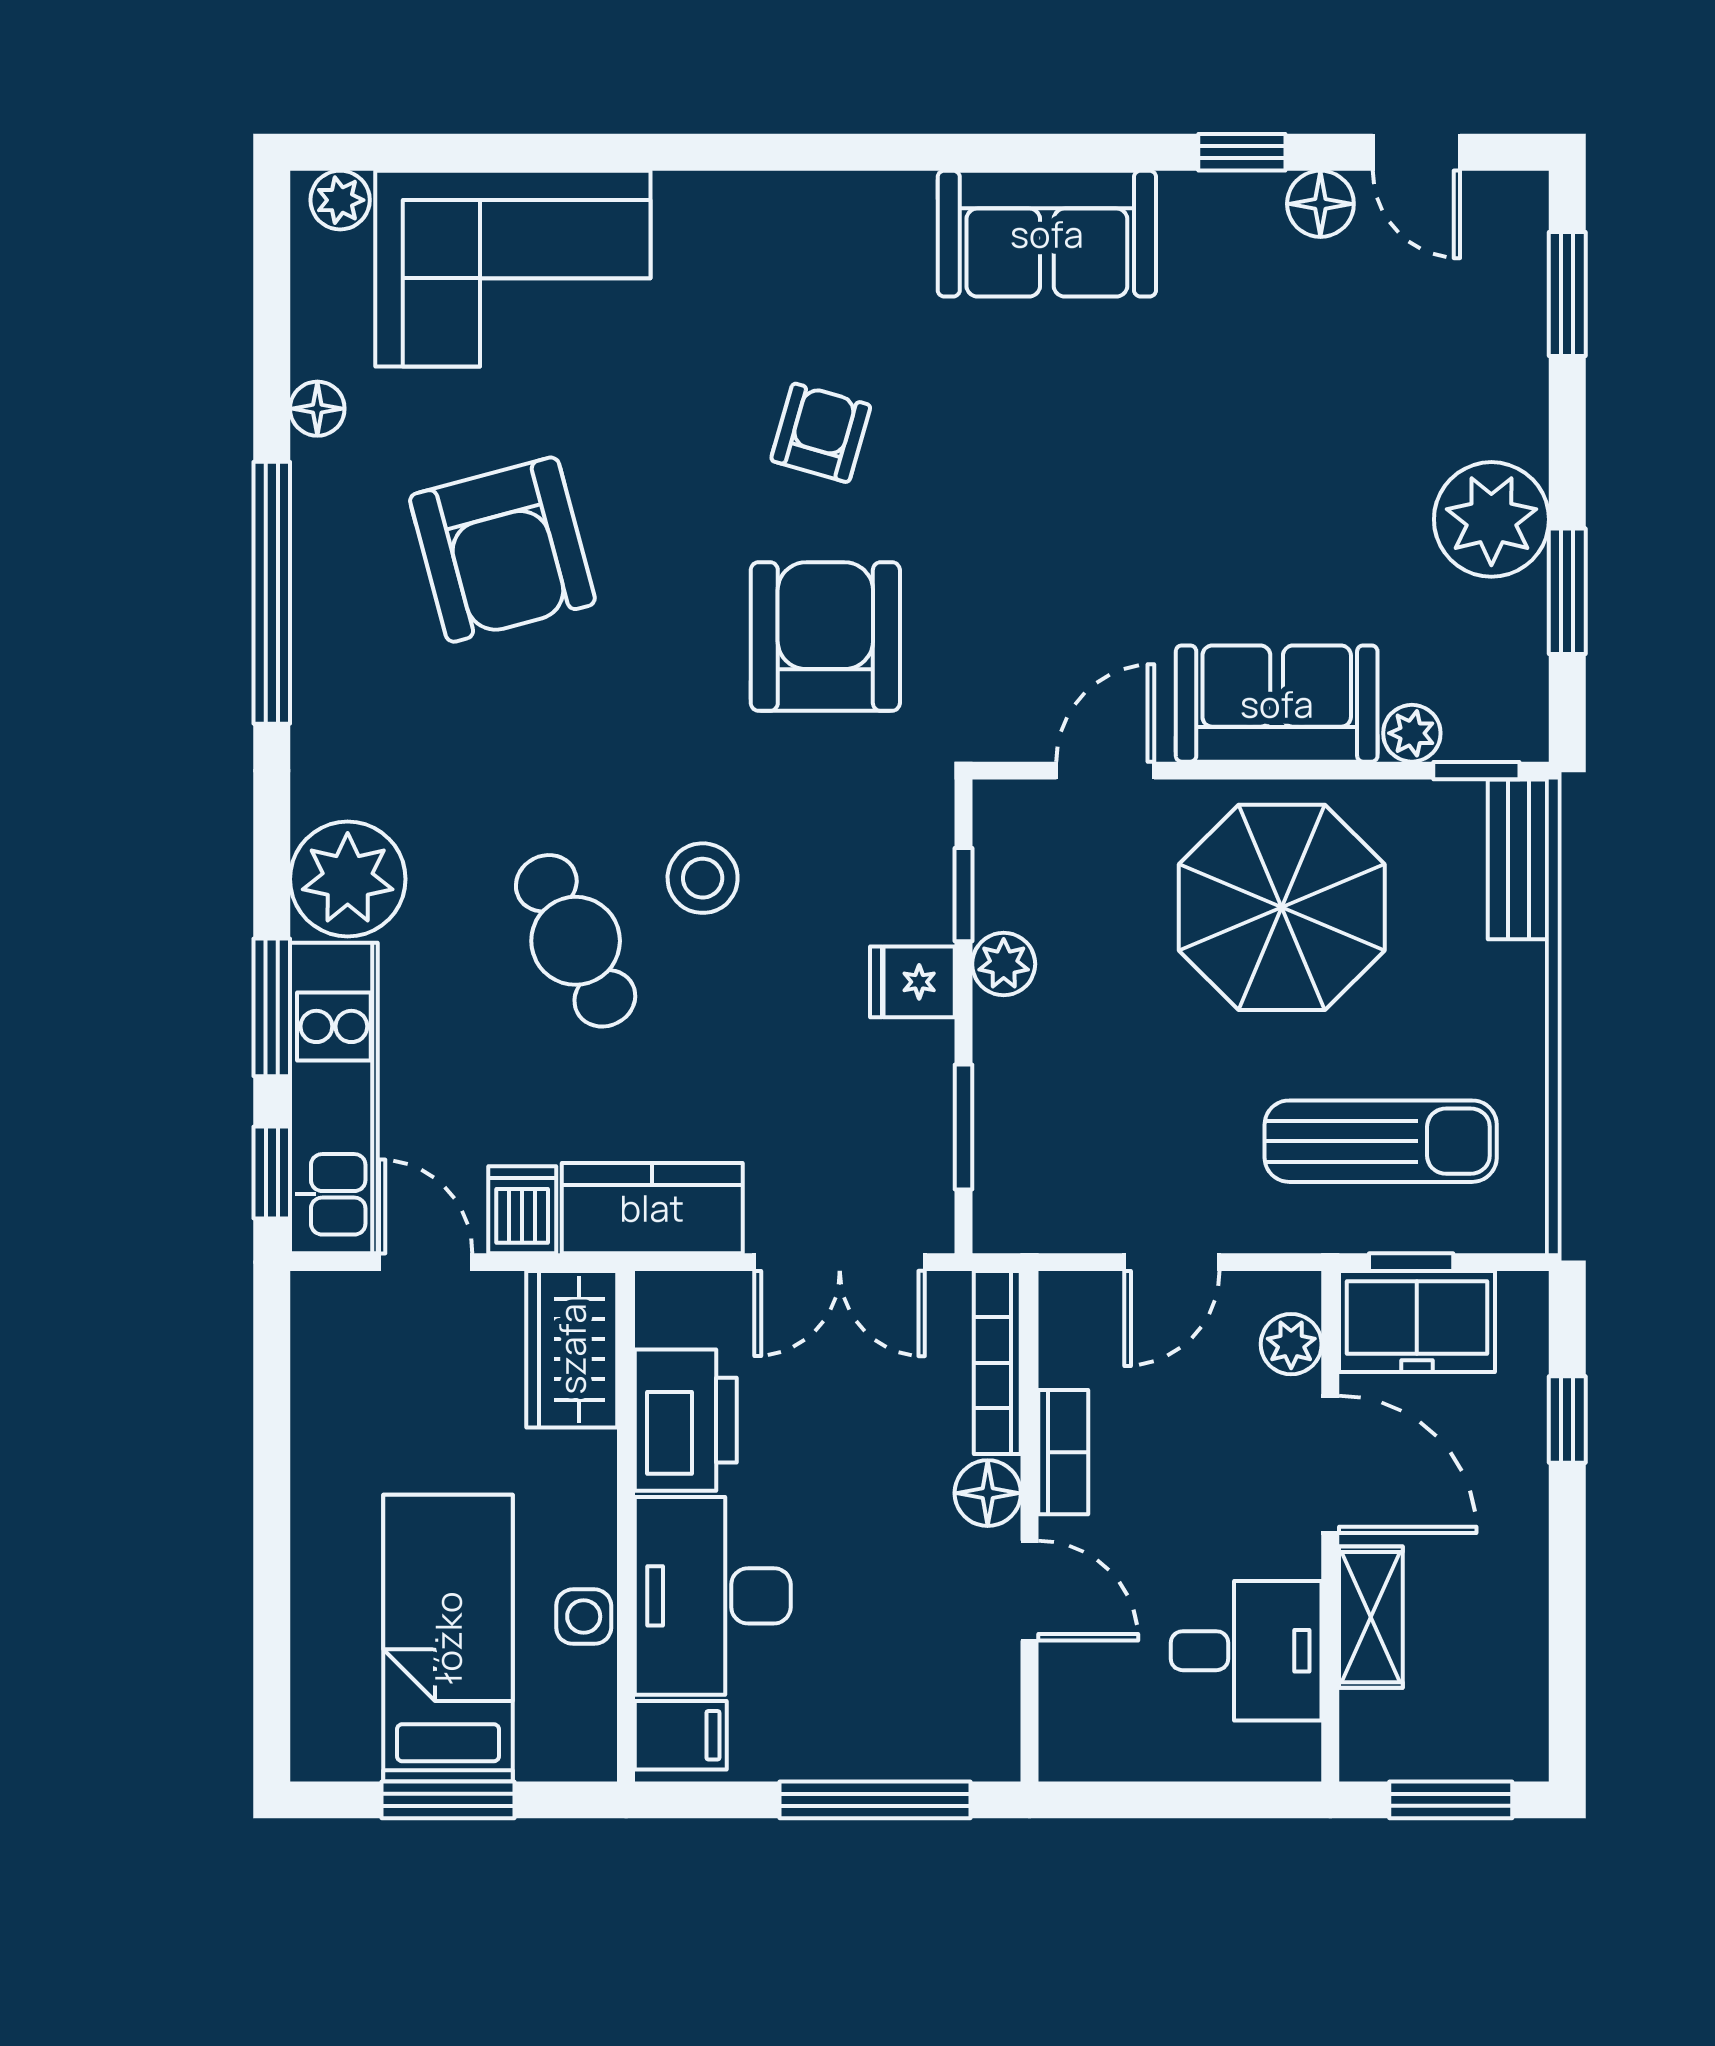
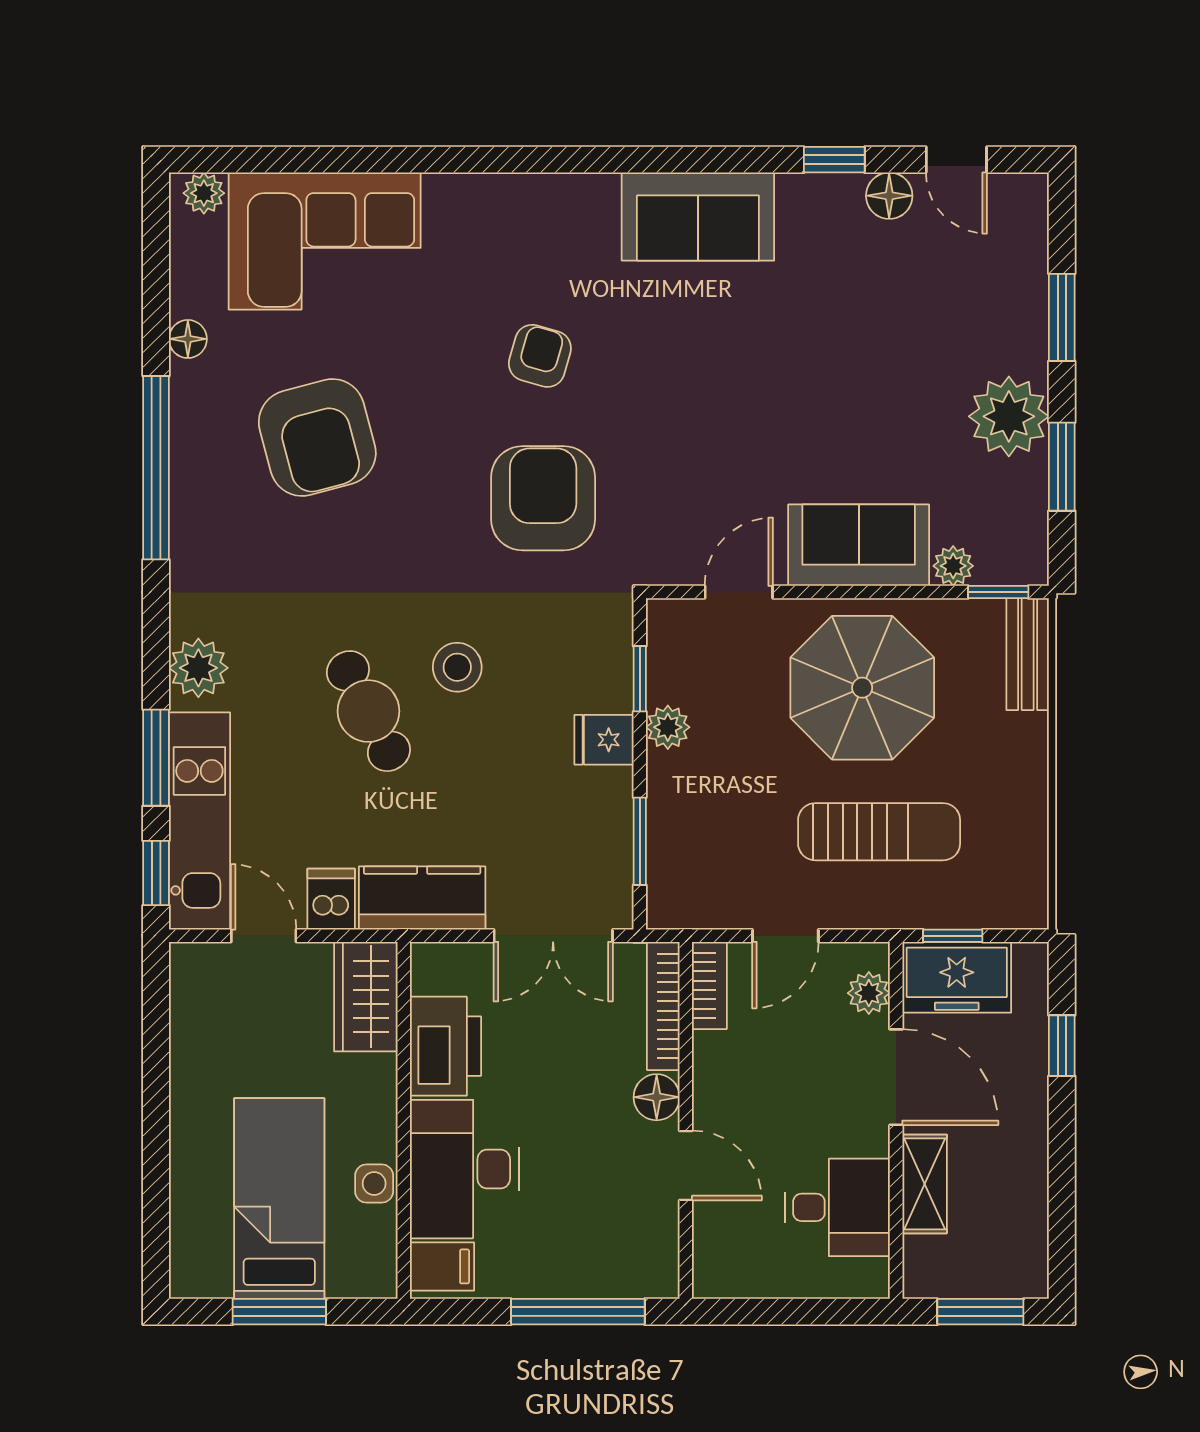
window: (1567, 294) -> (1062, 317), moved
plant: (348, 879) -> (198, 668), width x0.73, depth x0.73
sun lounger: (1381, 1141) -> (879, 832), moved
bookcase: (1063, 1452) -> (709, 985), moved

